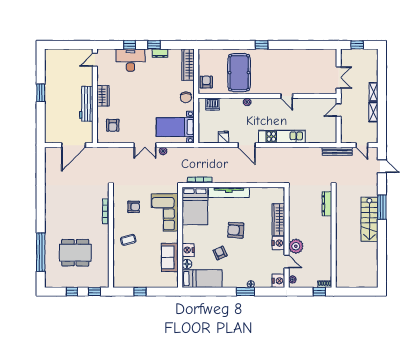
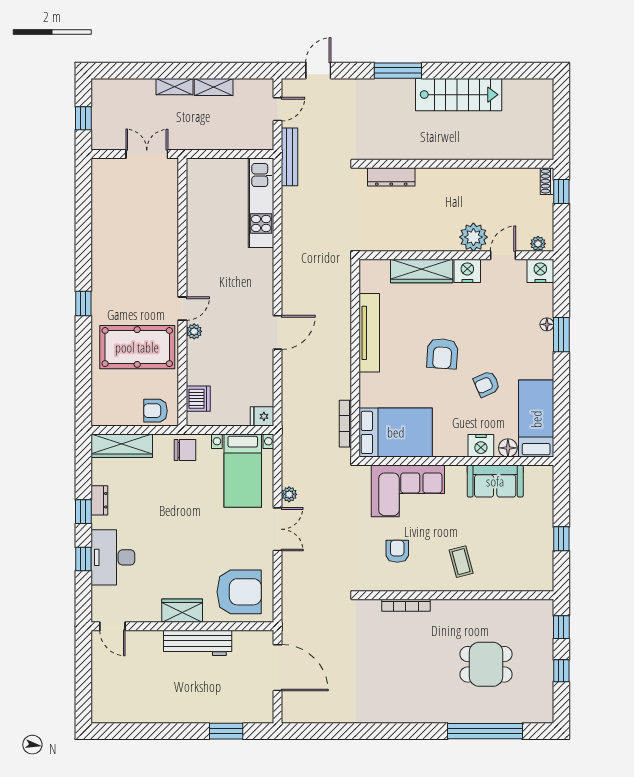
window: (41, 93) -> (226, 731), moved
door: (287, 96) -> (182, 309), moved
door: (339, 110) -> (210, 154), removed
armchair: (113, 125) -> (239, 592), width x1.88, depth x1.88
fridge: (223, 137) -> (262, 416), moved
kitchen unit: (282, 137) -> (261, 203), moved
tv unit: (229, 192) -> (369, 333), moved
stairs: (369, 219) -> (459, 95), moved
dining table: (75, 253) -> (486, 664), width x0.73

